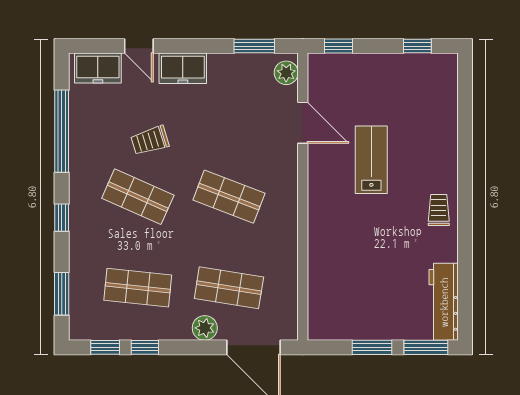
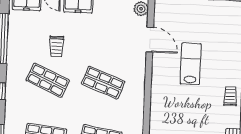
trolley: (150, 140) -> (56, 46), turned -73

